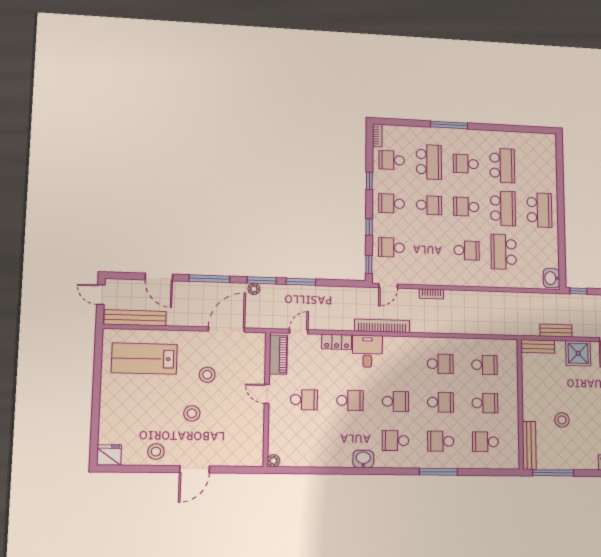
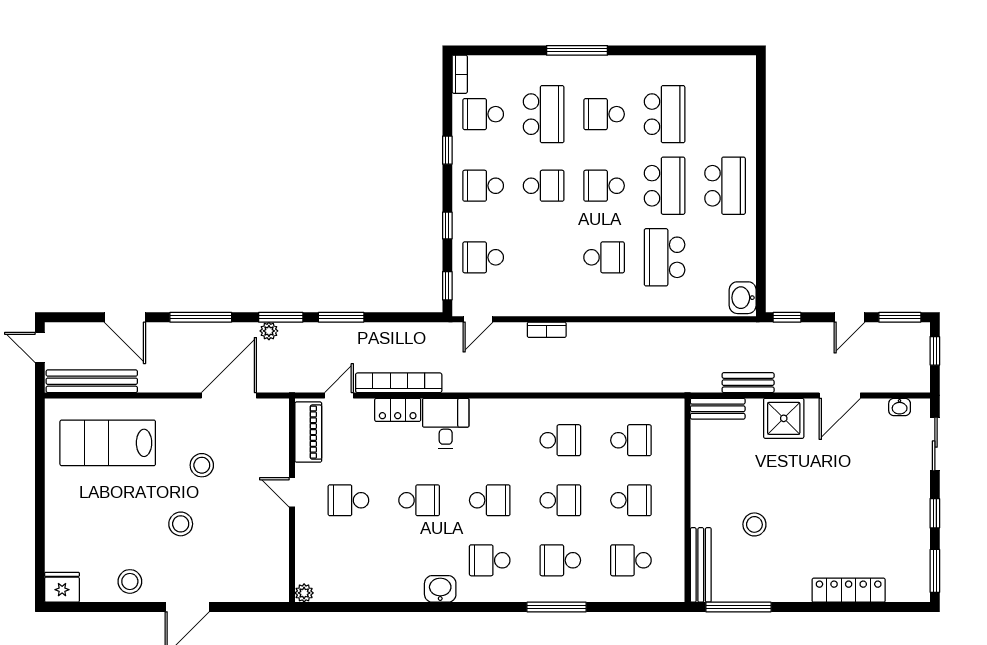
bookcase: (382, 326) -> (399, 383), moved
school desk: (304, 400) -> (348, 500), turned 180

